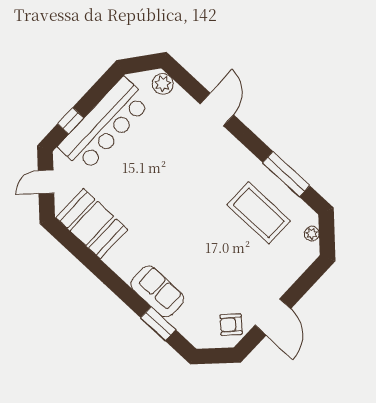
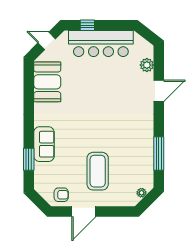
plant: (163, 84) -> (147, 65), moved
coffee table: (259, 213) -> (98, 171), moved
armchair: (231, 325) -> (61, 195), turned 137

